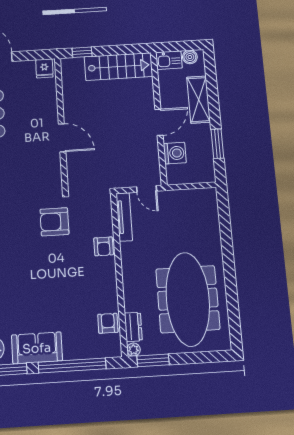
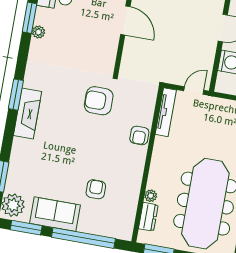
door: (147, 189) -> (194, 91), swing flipped
armchair: (108, 323) -> (96, 189), moved
plant: (133, 350) -> (151, 196), moved

